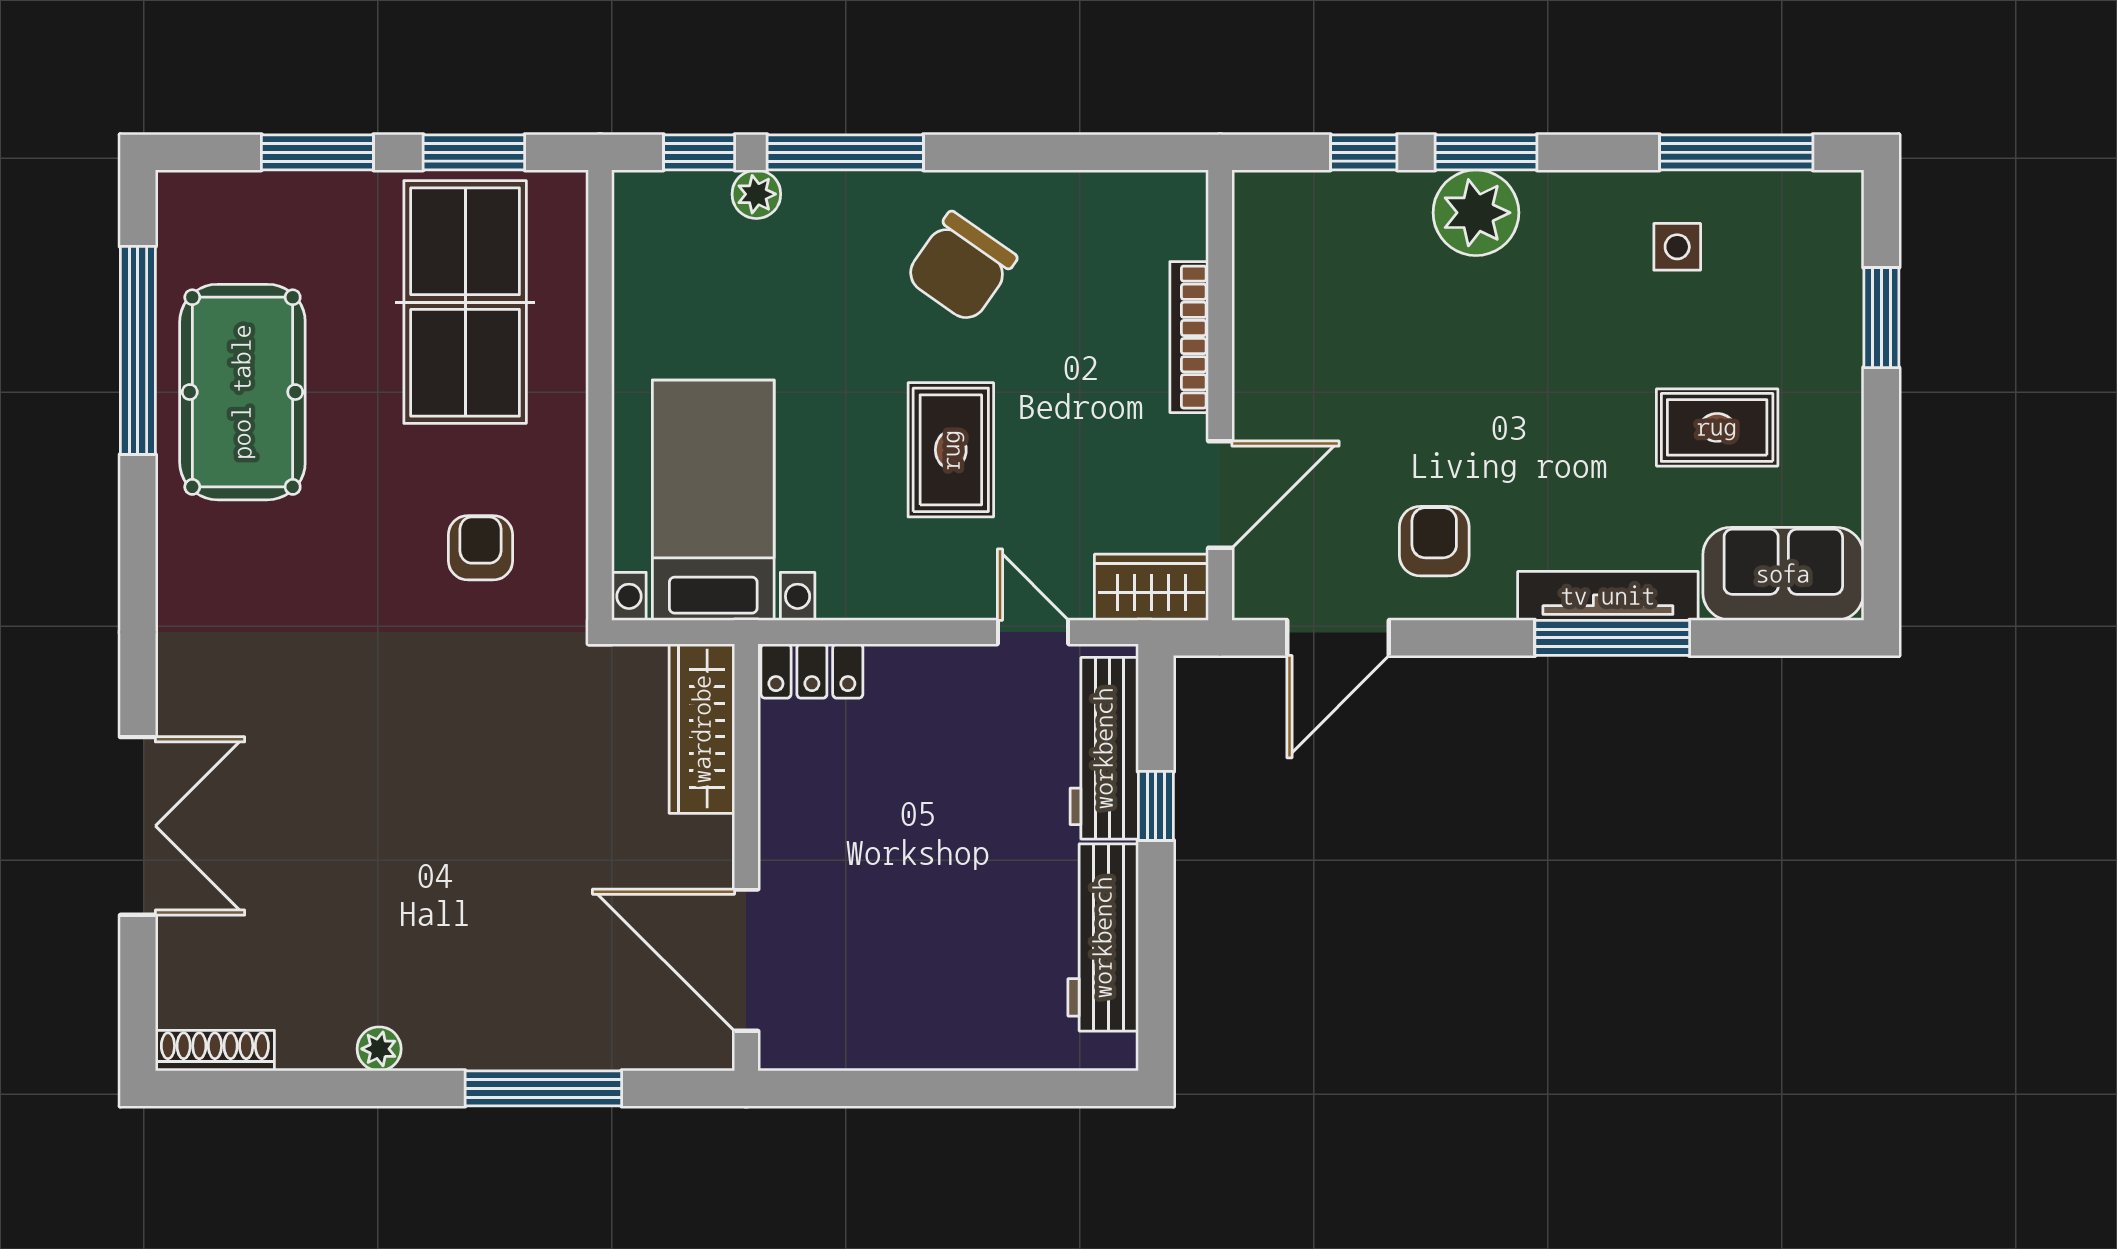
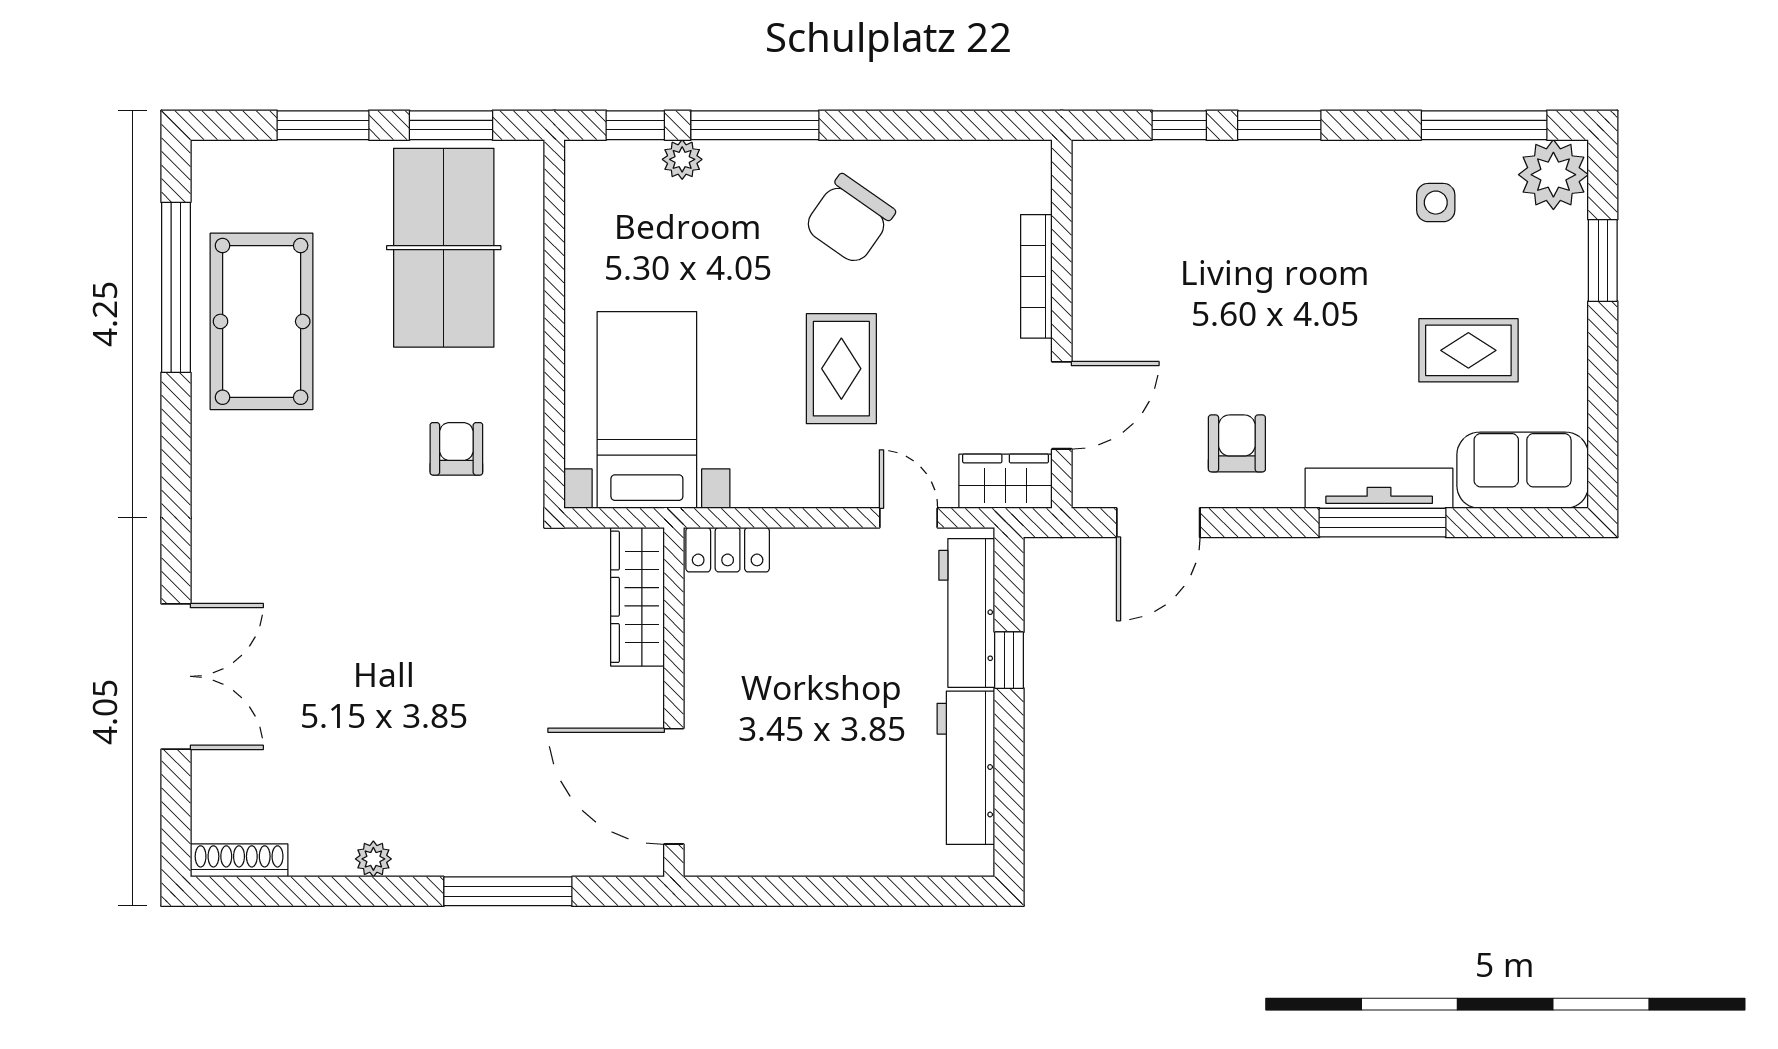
plant: (1476, 213) -> (1553, 175), moved

